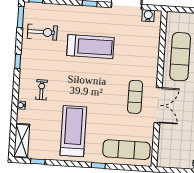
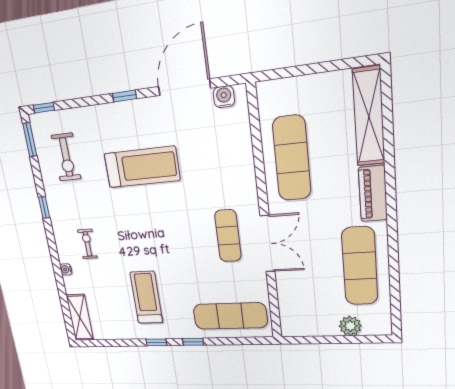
exercise bike: (42, 32) -> (66, 157), turned 90
treadmill: (73, 131) -> (146, 297), width x0.73, depth x0.73
window: (38, 161) -> (156, 342), moved

